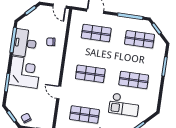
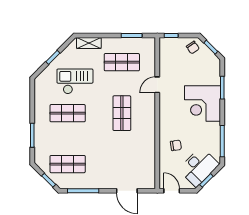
shop shelf: (96, 33) -> (122, 164), removed
desk: (25, 43) -> (199, 167), moved, turned 45
shop shelf: (90, 74) -> (122, 113), turned 90
door: (59, 92) -> (157, 85), swing flipped

